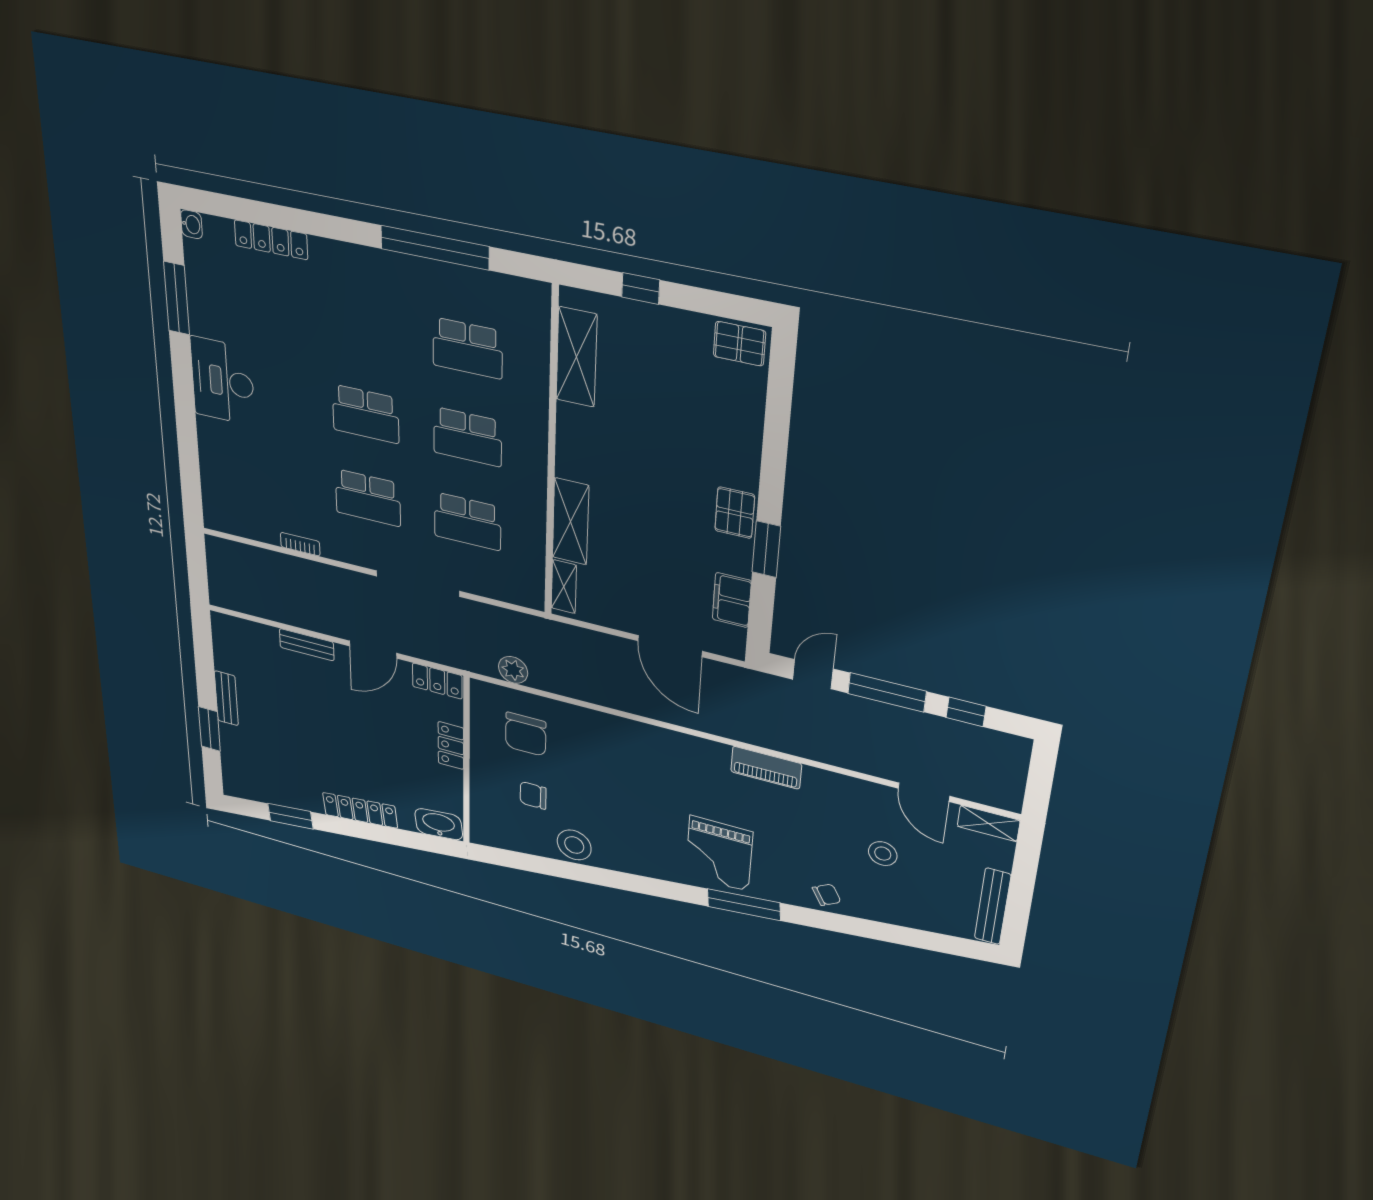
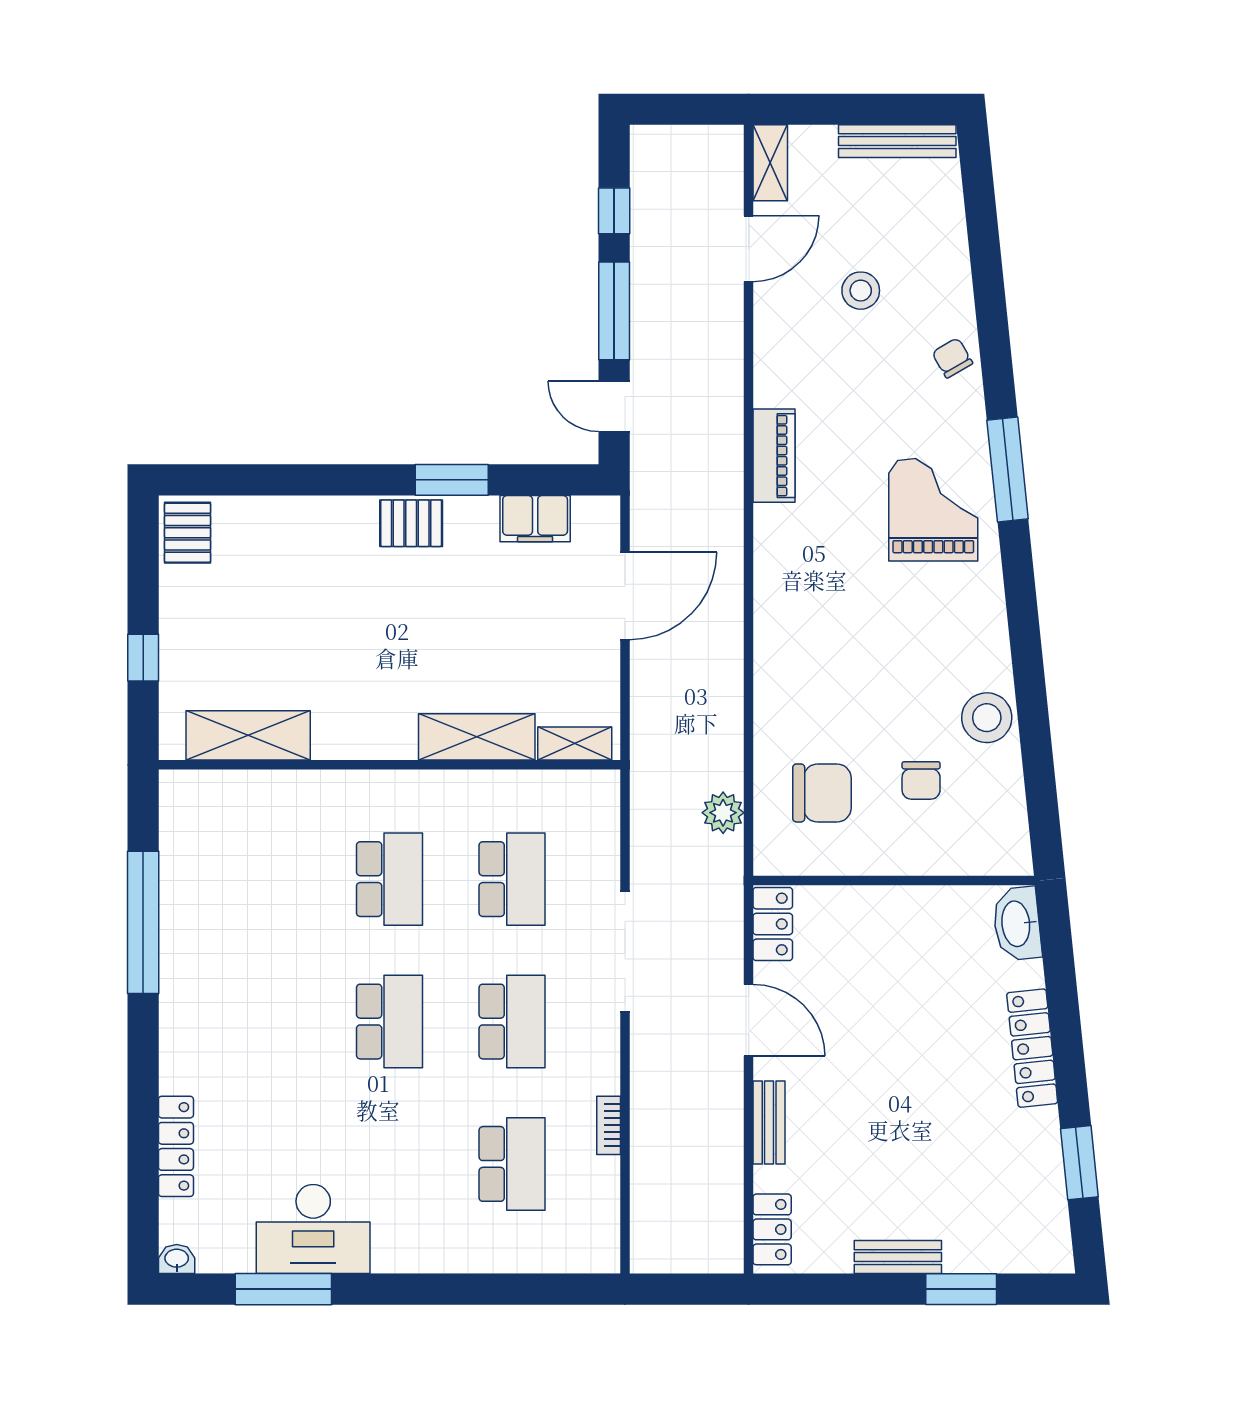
school desk: (468, 348) -> (512, 1164), moved
desk: (223, 381) -> (313, 1229), moved
locker: (451, 746) -> (772, 1229), moved, turned -90
grand piano: (719, 854) -> (933, 510), turned -90

